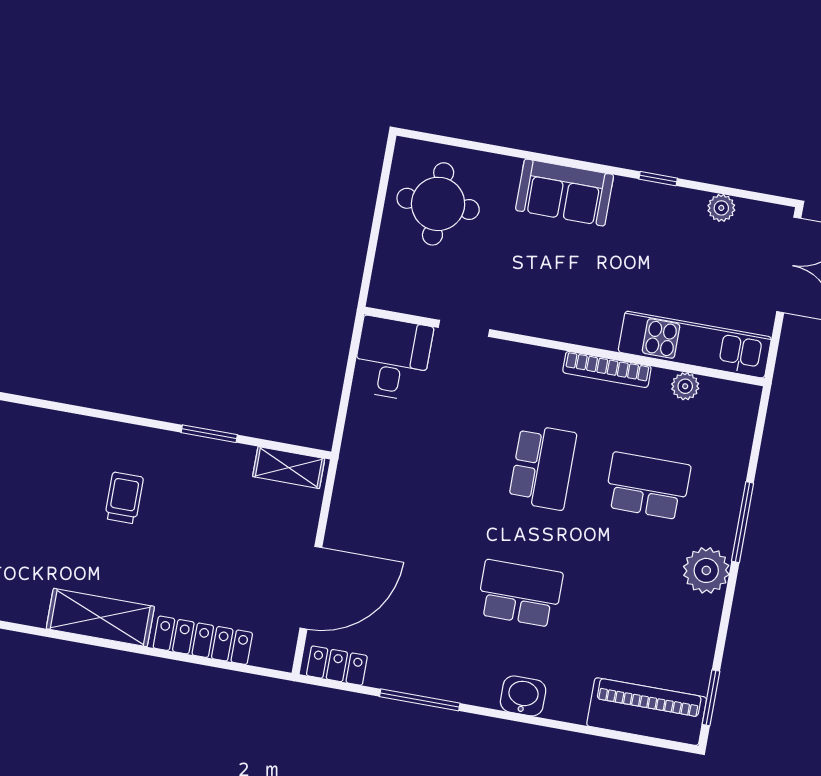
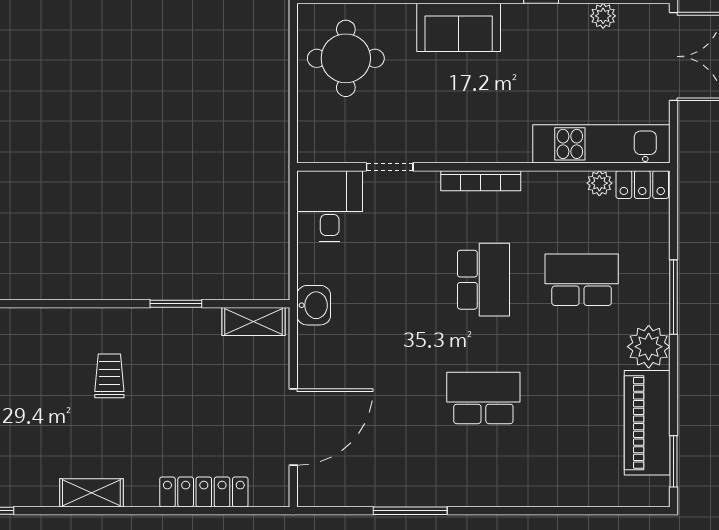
bookcase: (607, 369) -> (481, 181), moved
shelving: (100, 618) -> (91, 493), width x0.67, depth x0.75
locker: (337, 666) -> (642, 185), moved, turned 180
washbasin: (523, 696) -> (314, 305), moved, turned 90
piano: (647, 712) -> (647, 423), moved, turned -90

